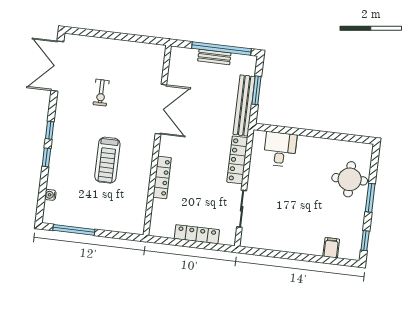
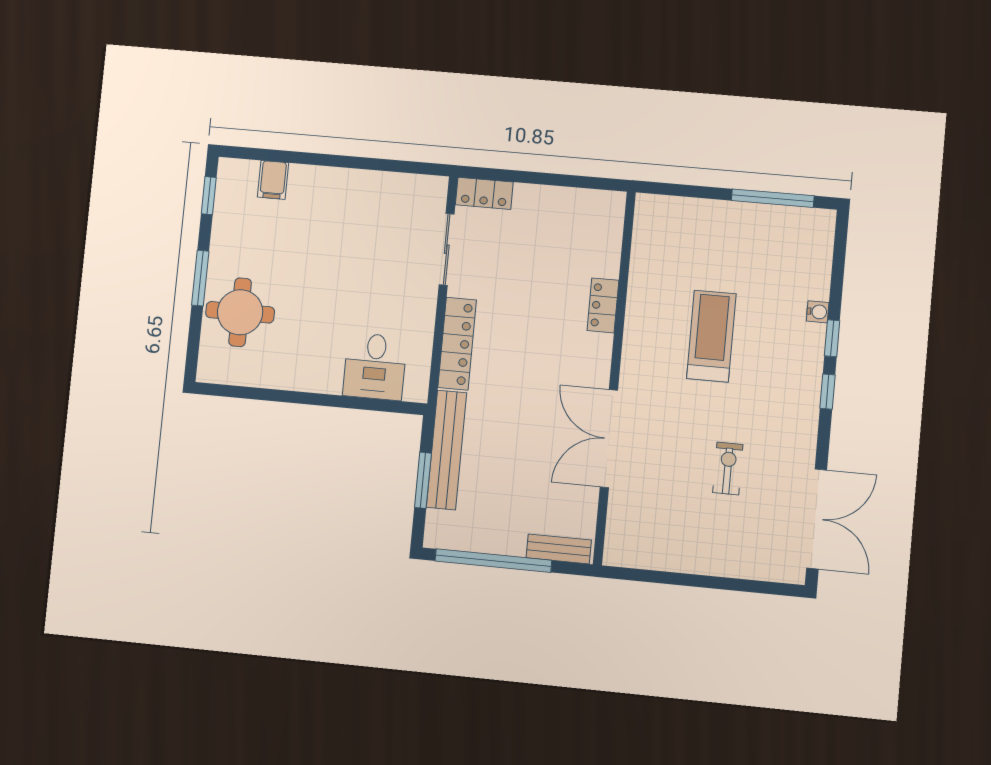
bench: (214, 57) -> (559, 549), moved
locker: (162, 177) -> (603, 305), width x0.66
water cooler: (50, 195) -> (818, 312), moved
locker: (197, 234) -> (484, 193), moved, width x0.66

